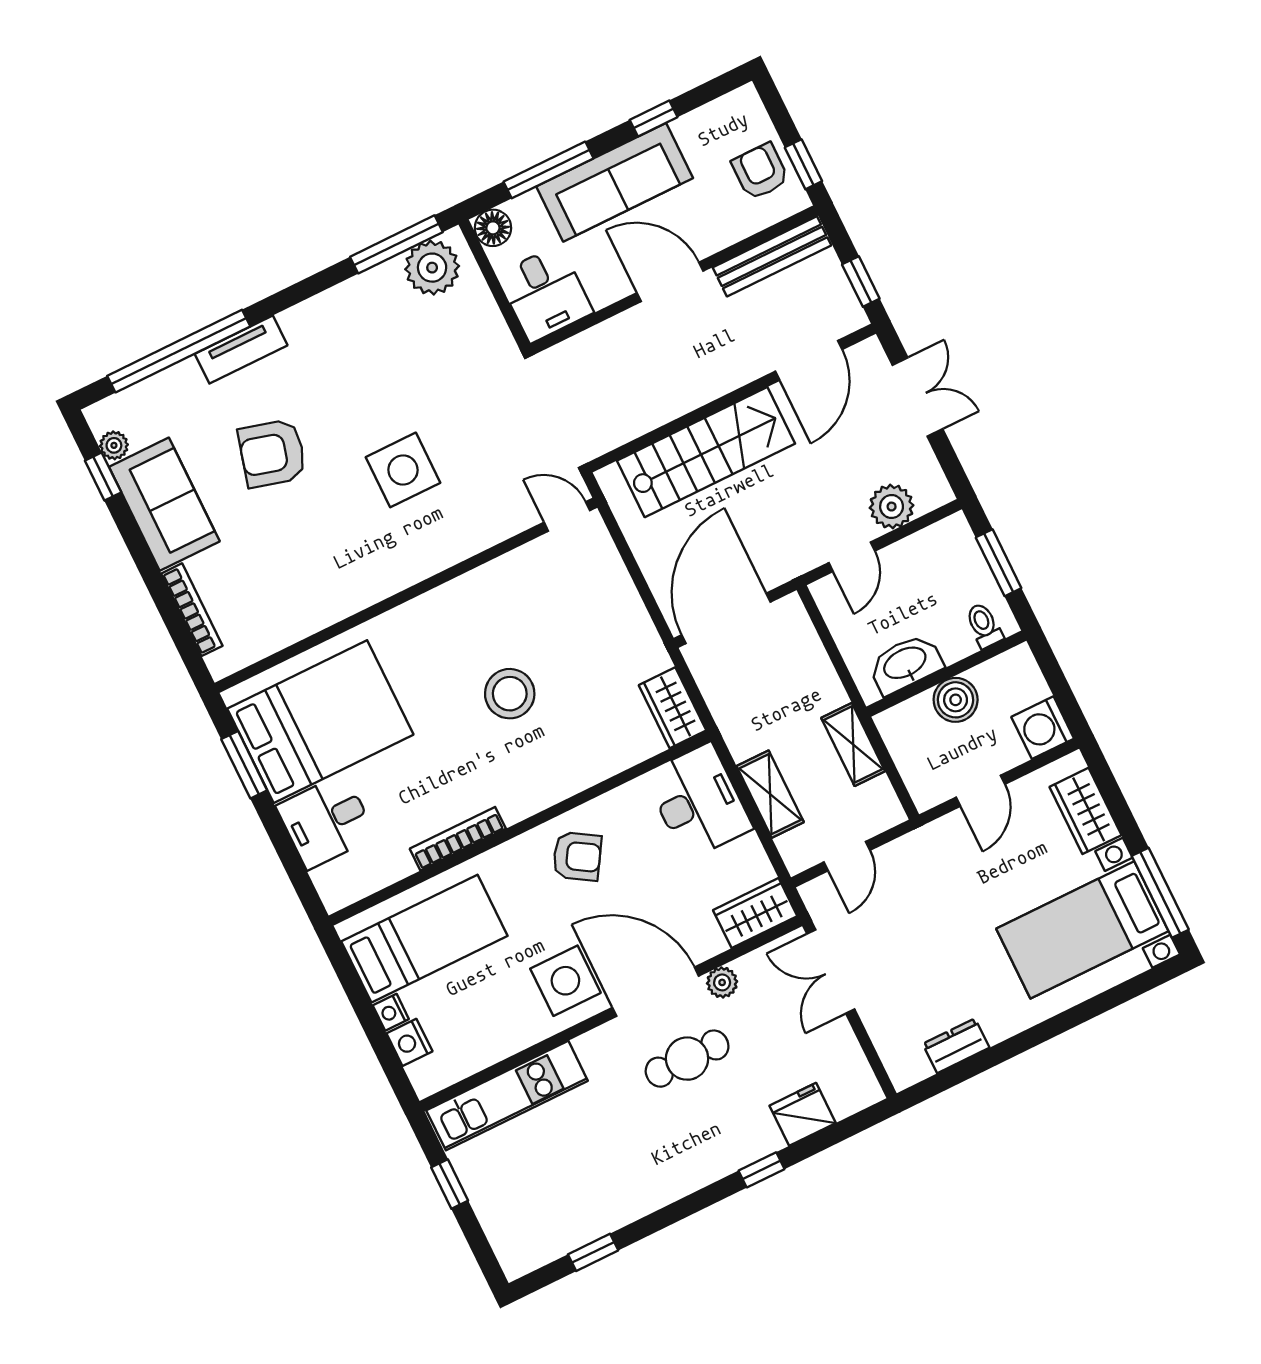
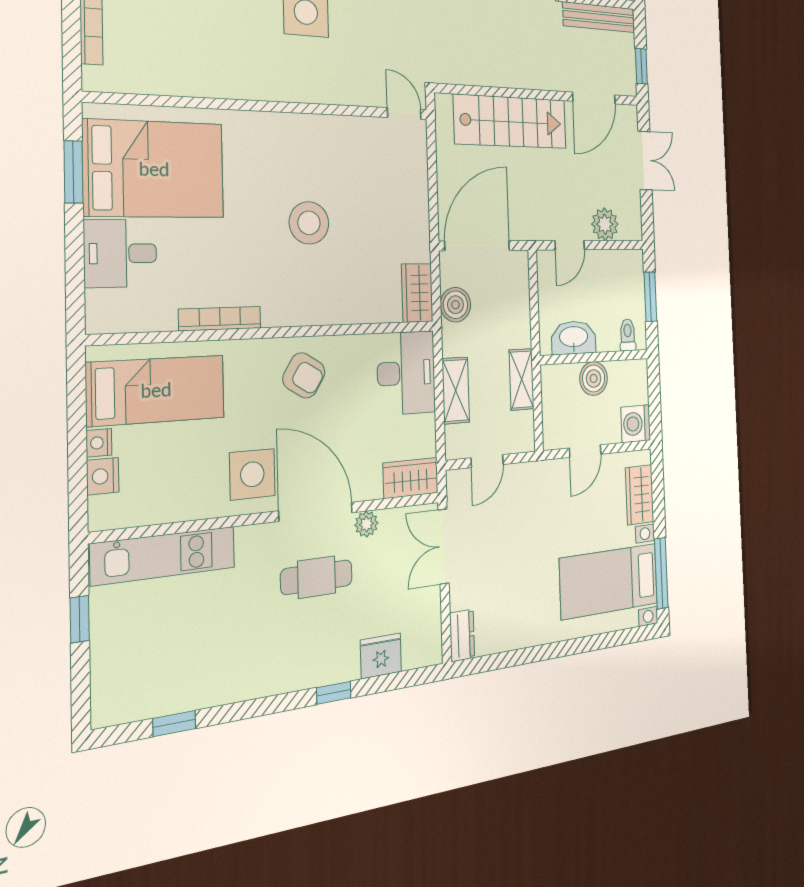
boiler: (727, 699) -> (455, 305), added
dresser: (956, 1046) -> (462, 635), moved, turned 90

